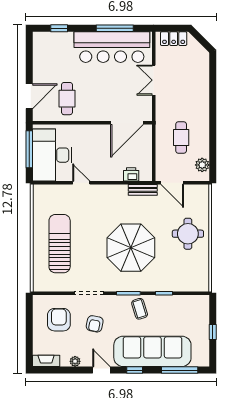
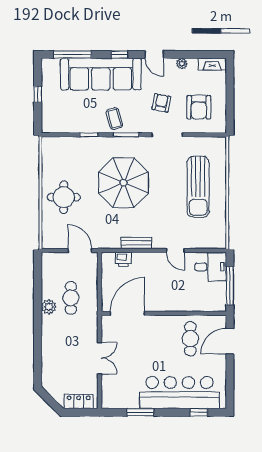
window: (115, 28) -> (140, 412), width x0.69
bar counter: (112, 47) -> (179, 393), moved
desk: (52, 155) -> (211, 267), width x0.53, depth x0.77
plant: (202, 165) -> (49, 307), moved
bench: (143, 190) -> (136, 243), moved

